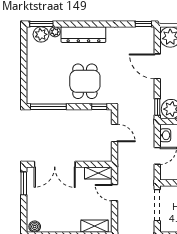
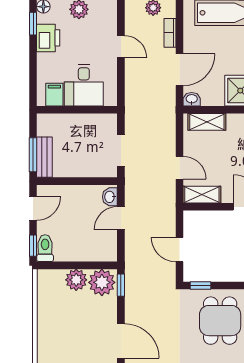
washbasin: (165, 135) -> (110, 197), moved
doorway: (157, 205) -> (121, 151), width x0.73

